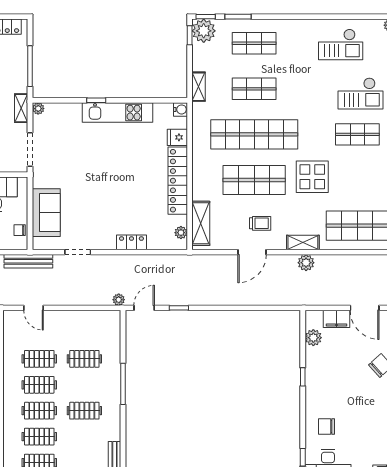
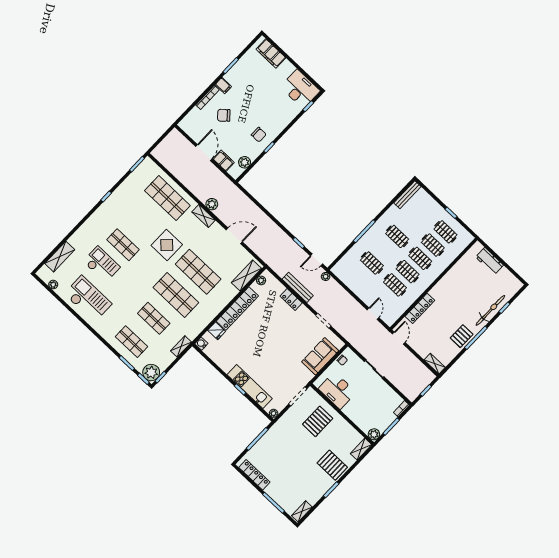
checkout: (341, 44) -> (88, 299), width x1.36, depth x1.21
shelving: (21, 108) -> (282, 422), removed
kitchen unit: (117, 113) -> (250, 387), moved
shop shelf: (254, 134) -> (176, 295), width x0.71
trolley: (260, 223) -> (216, 247), removed
bench: (28, 261) -> (298, 287), moved
chair: (327, 426) -> (259, 135), moved

